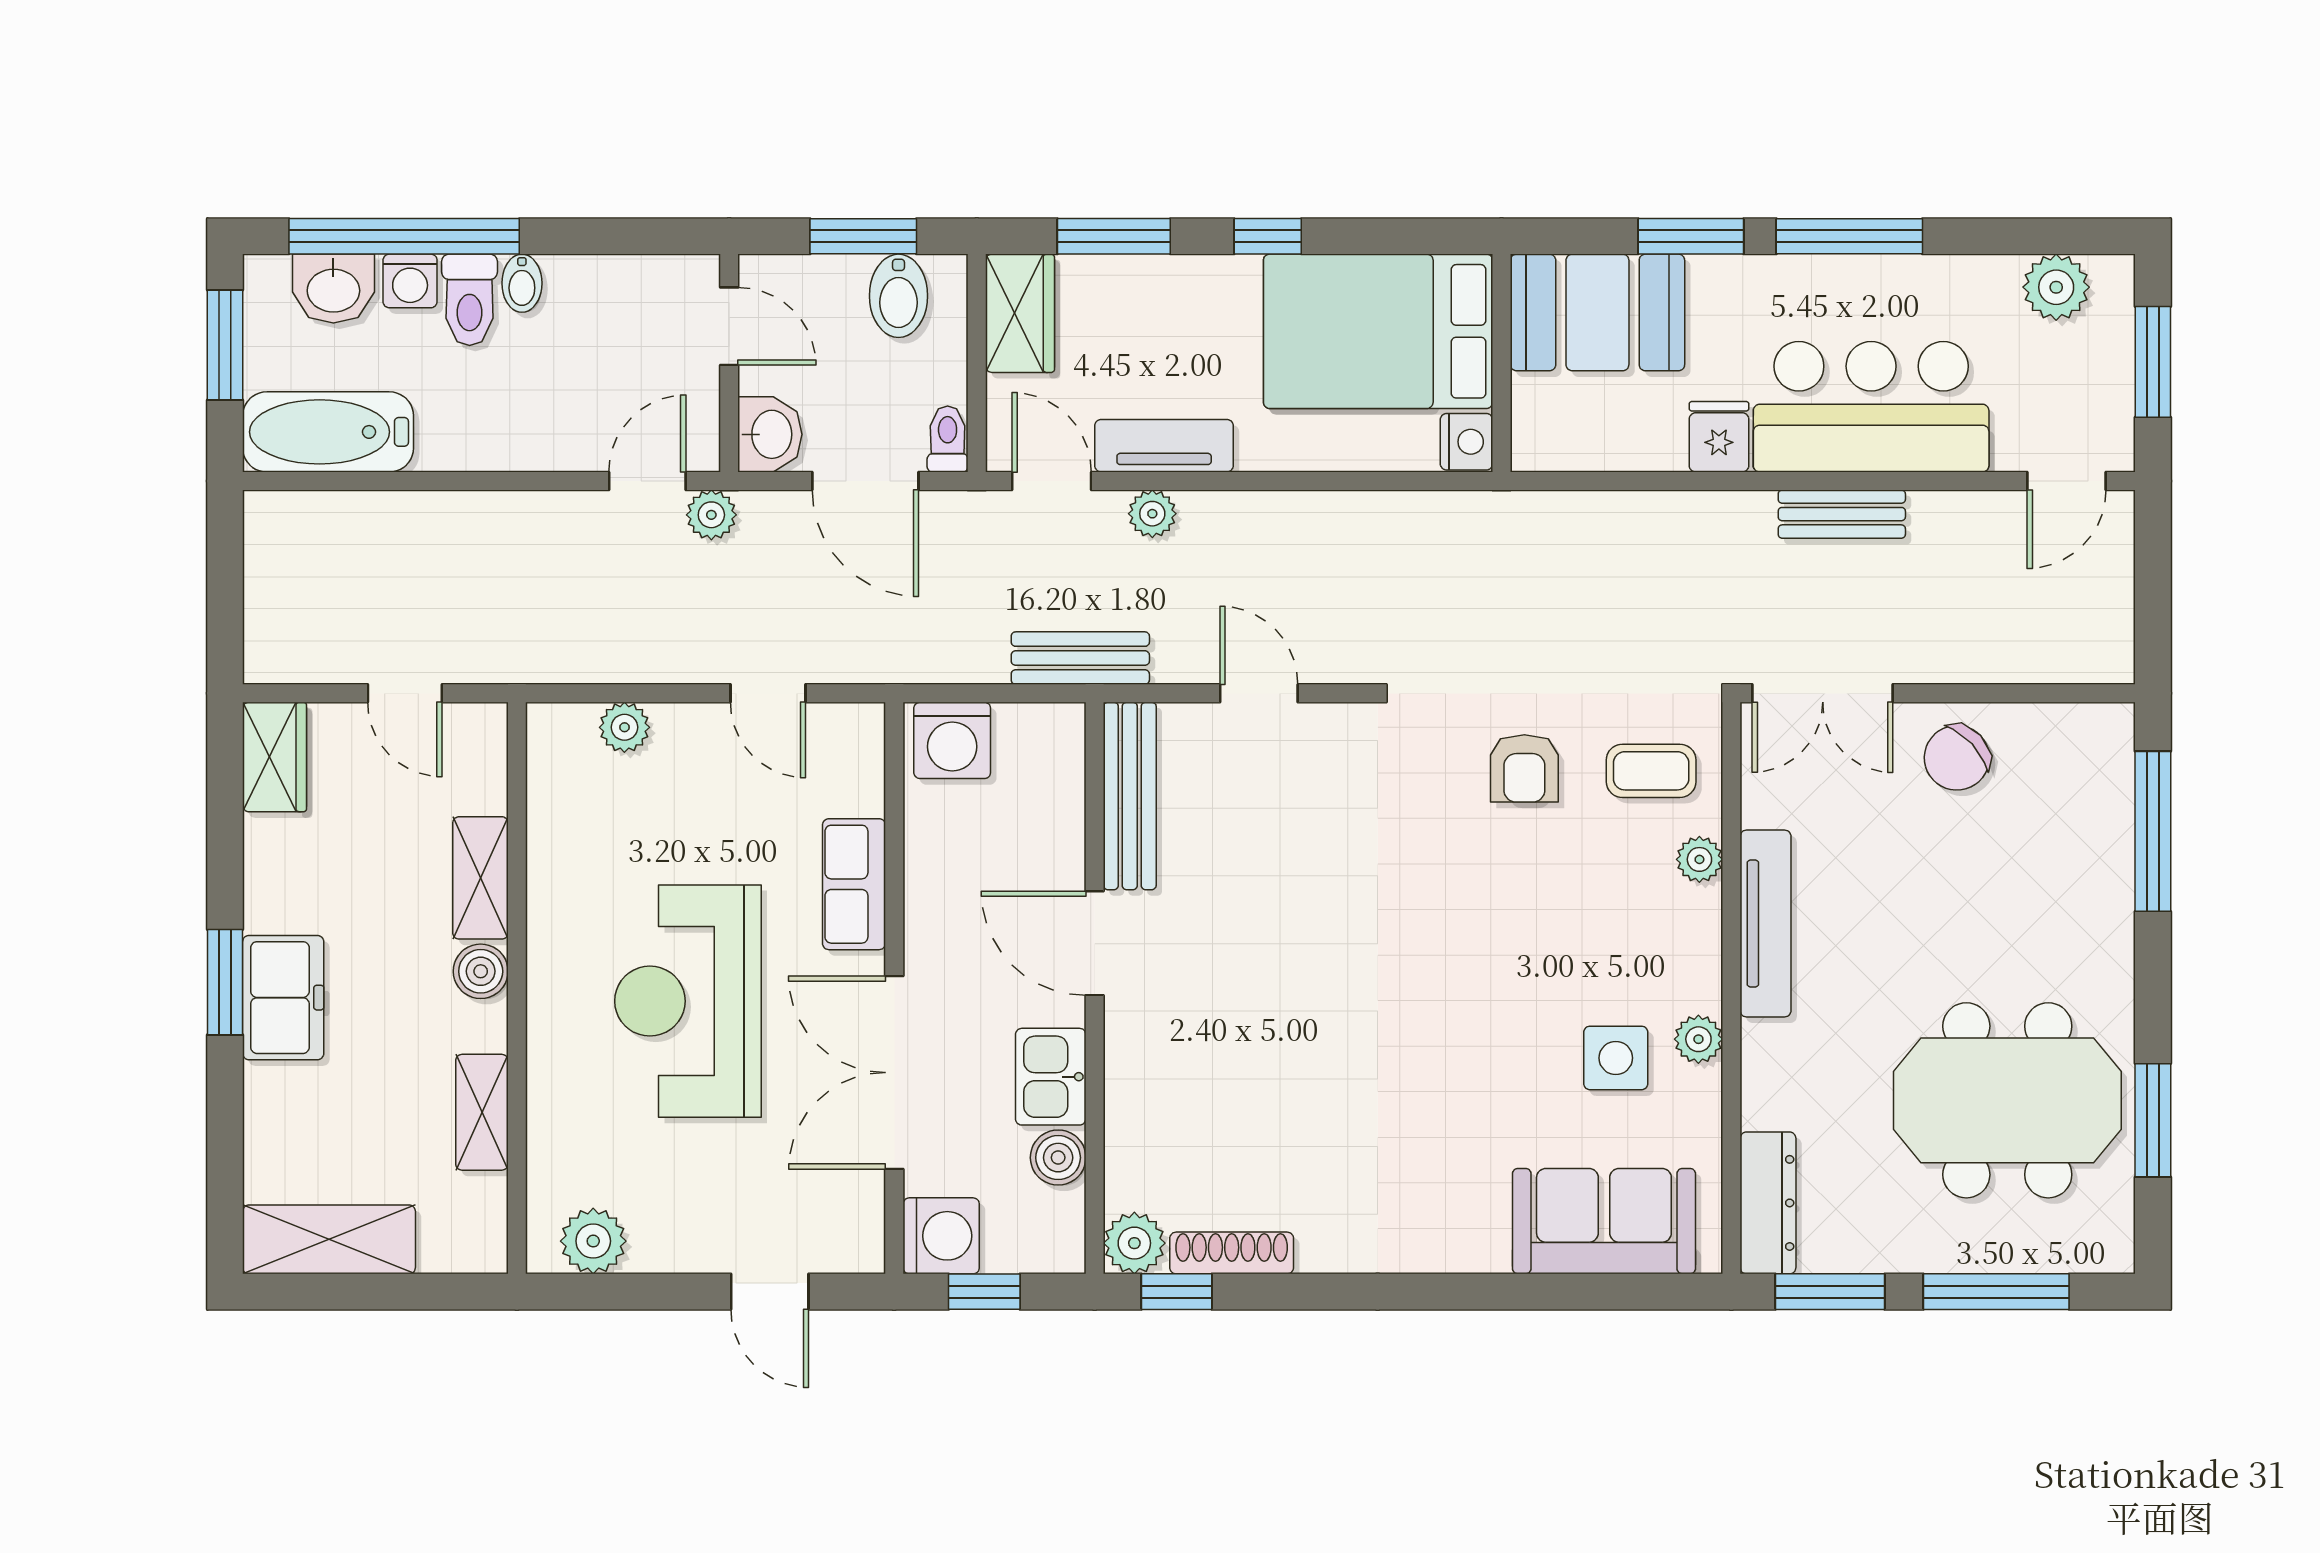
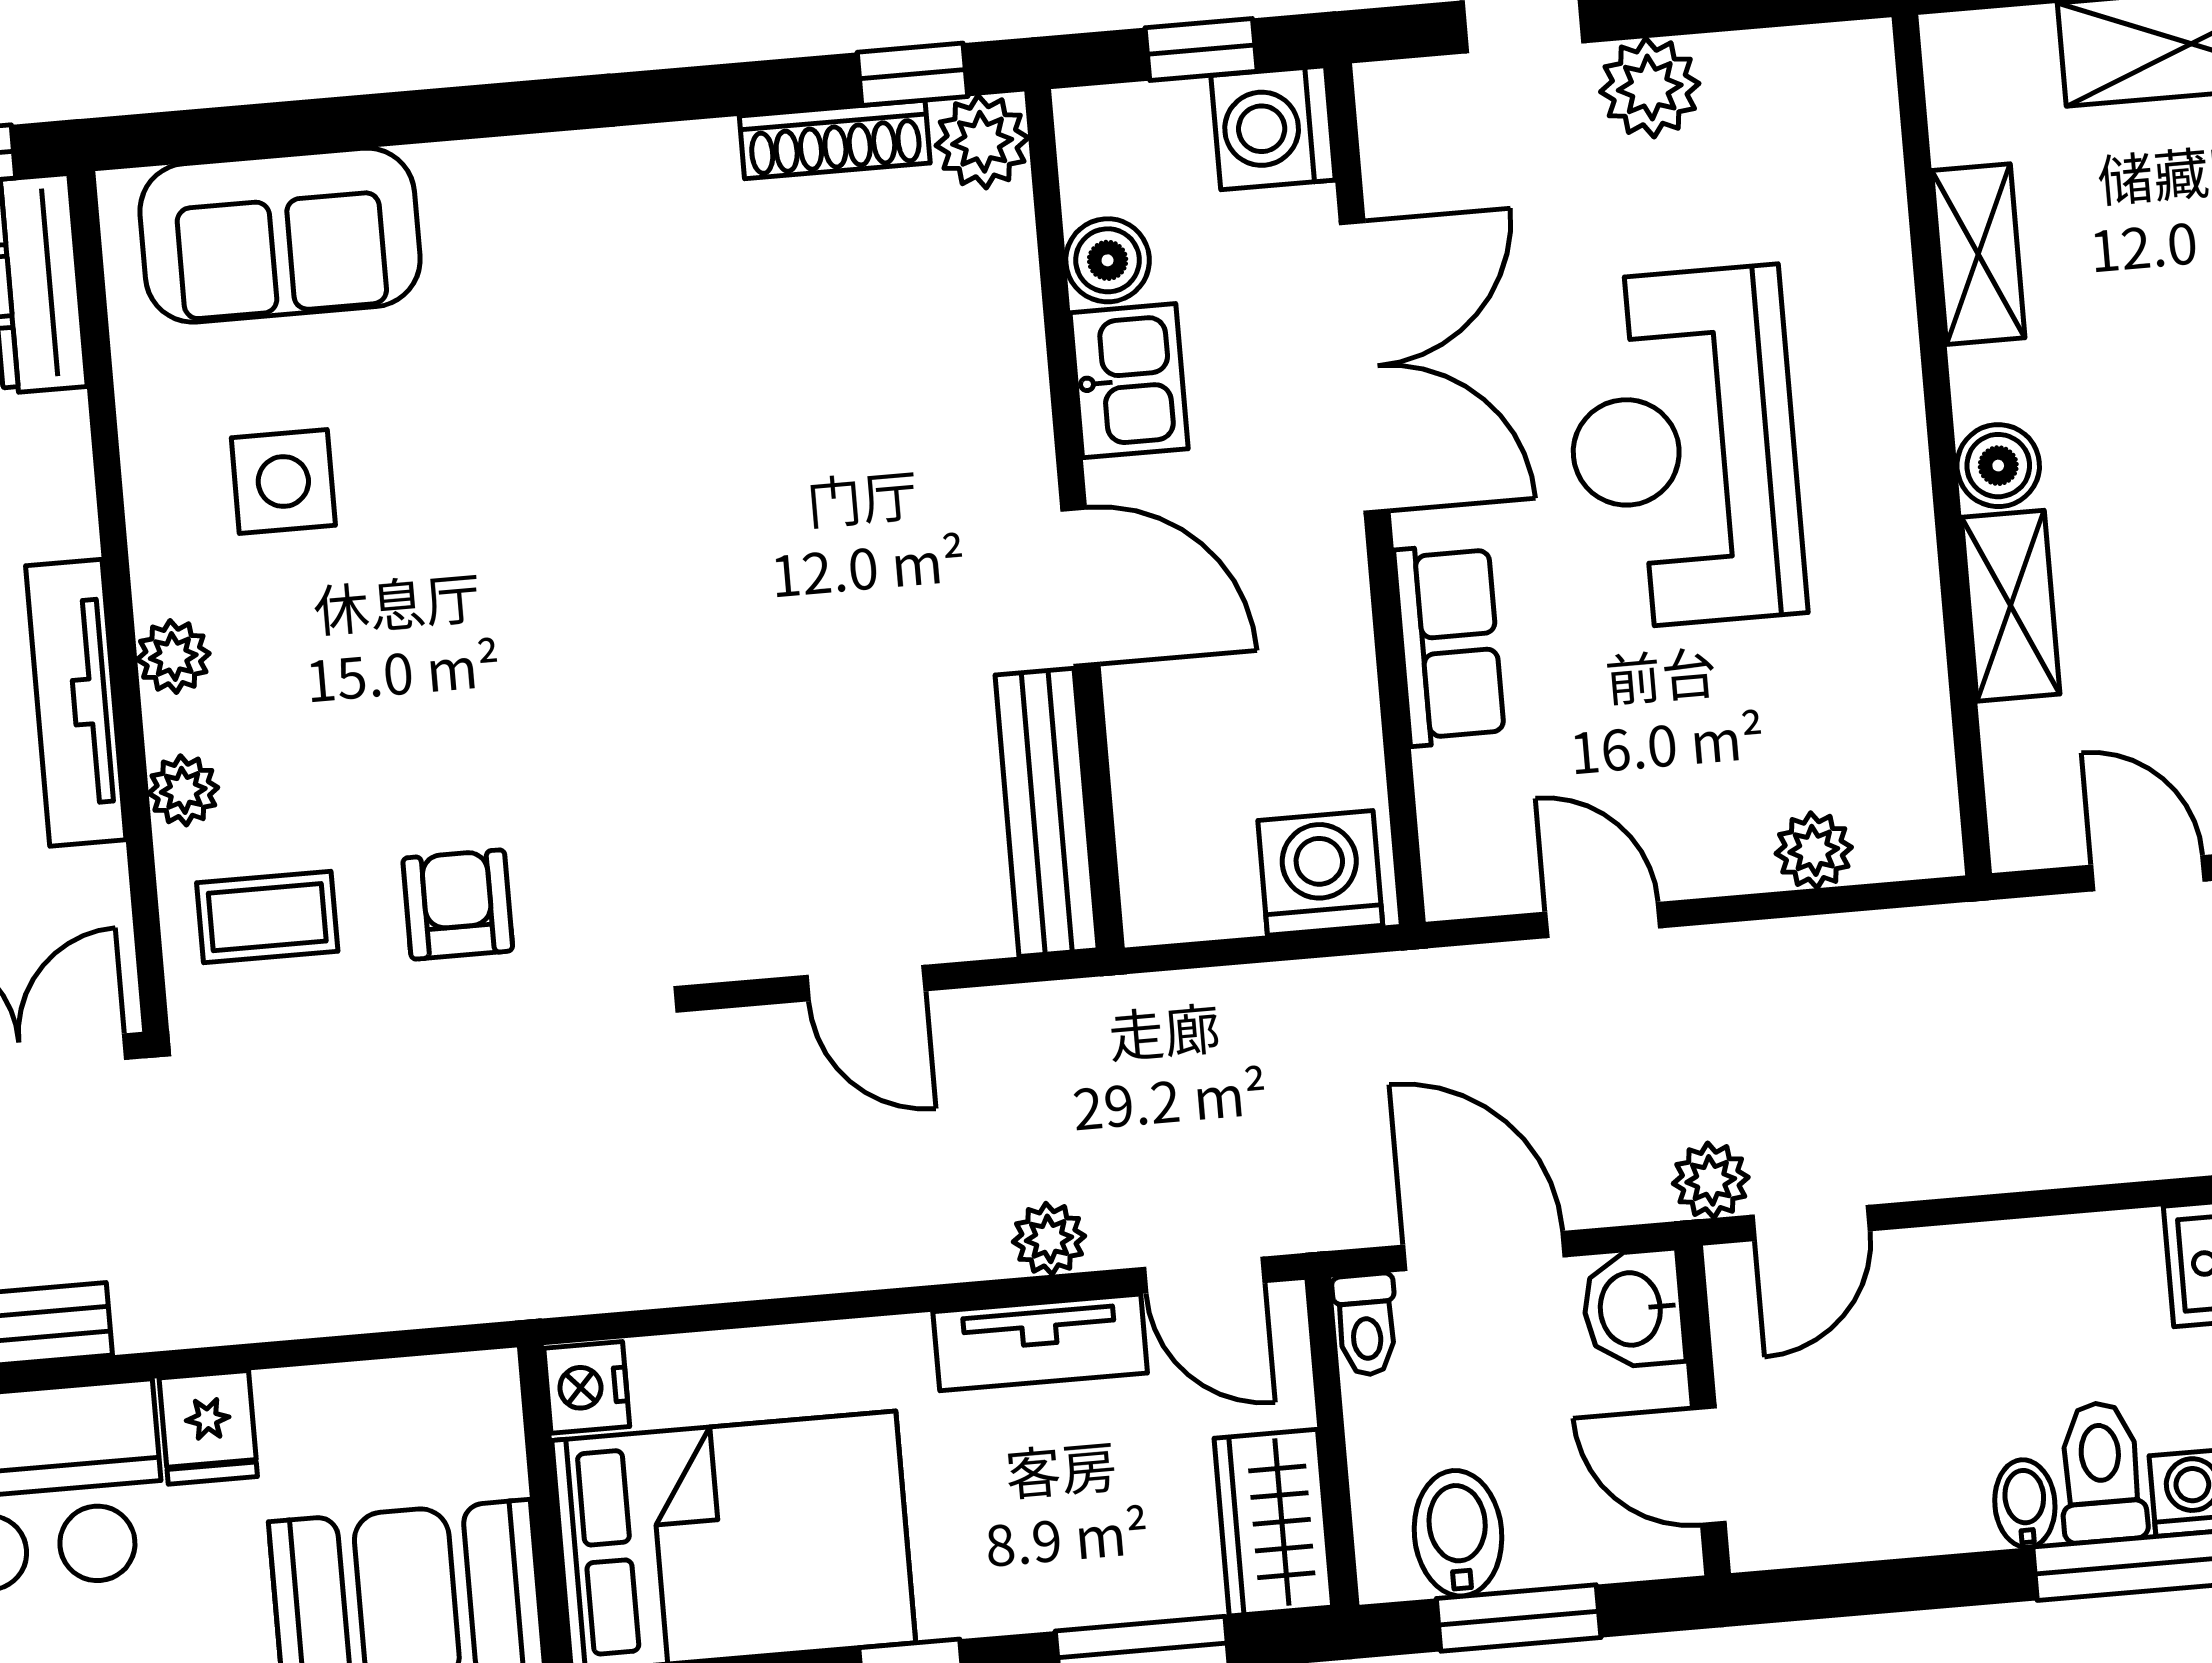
bench: (1080, 658) -> (1138, 1013), removed
reception desk: (688, 1001) -> (1683, 448), turned 180
plant: (1698, 1039) -> (173, 657), moved
plant: (593, 1241) -> (1650, 88), moved

